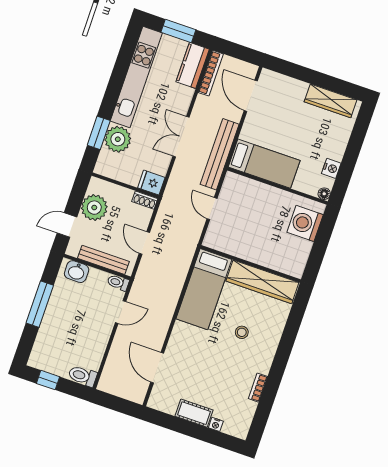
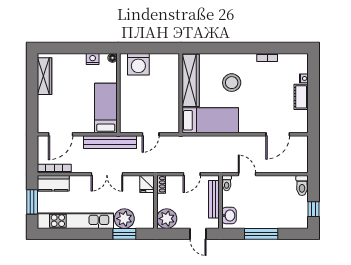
plant: (94, 208) -> (167, 219), moved
stool: (242, 332) -> (232, 83), width x1.89, depth x1.89

